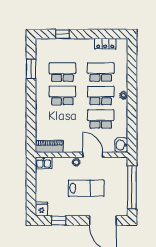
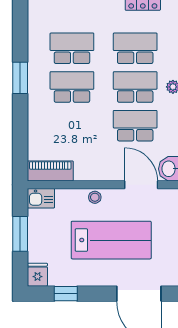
window: (31, 69) -> (20, 78), moved
door: (93, 155) -> (141, 185), moved
window: (31, 184) -> (20, 234), added
lab bench: (86, 188) -> (111, 240), width x1.36, depth x1.39

